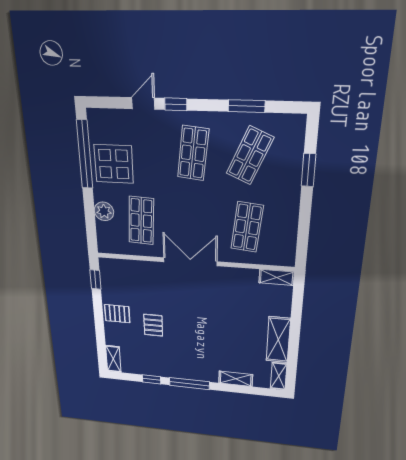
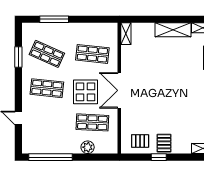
window: (176, 104) -> (18, 98), removed
display table: (114, 164) -> (86, 92), moved
window: (309, 170) -> (54, 19), width x1.44
window: (95, 280) -> (159, 157), moved
pallet: (153, 325) -> (140, 141), moved

